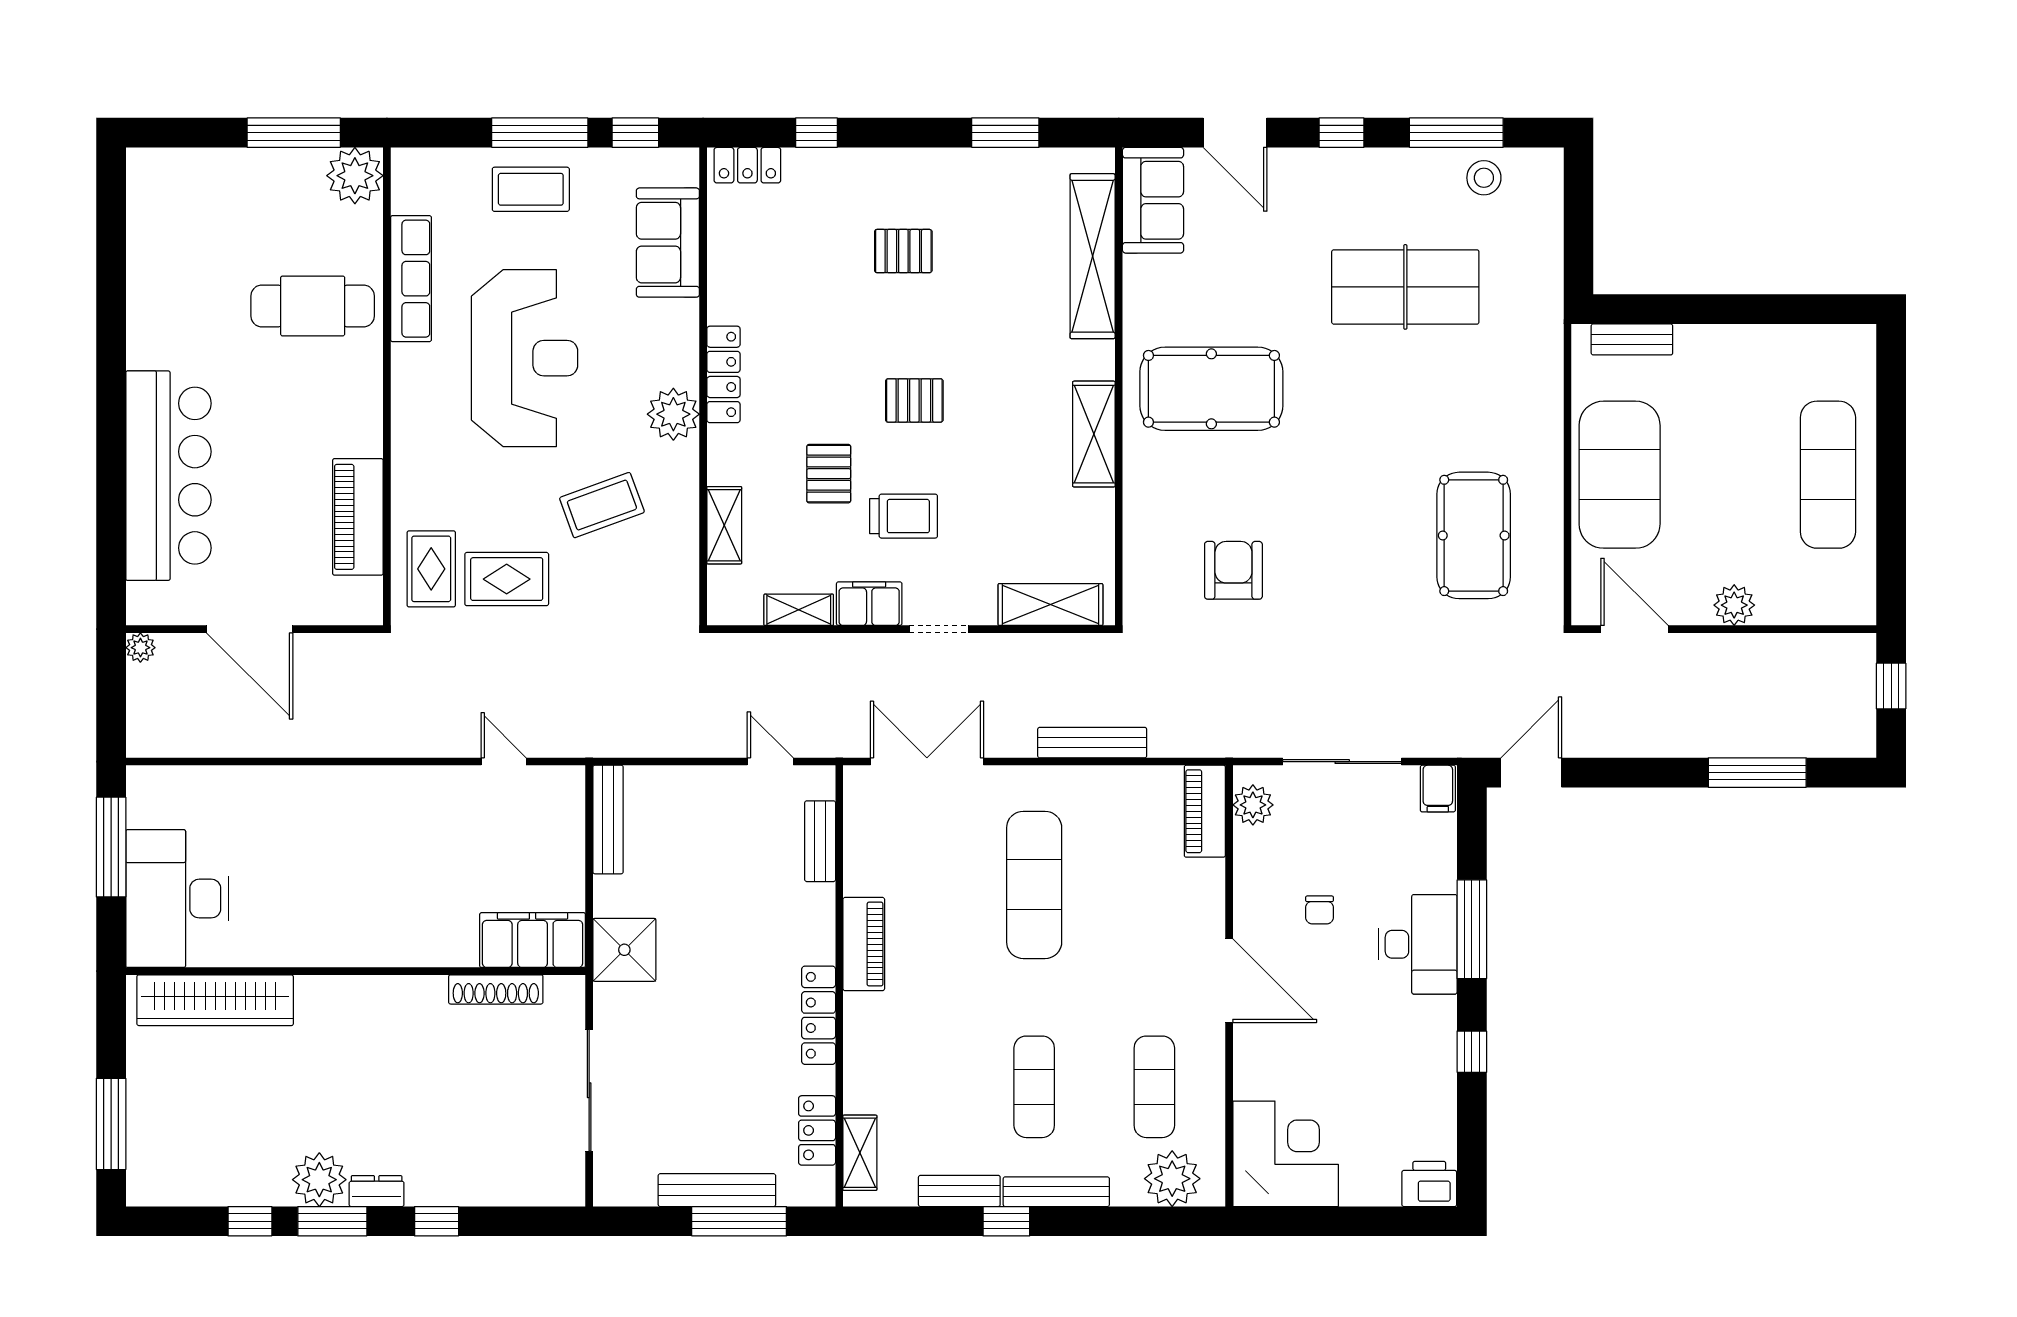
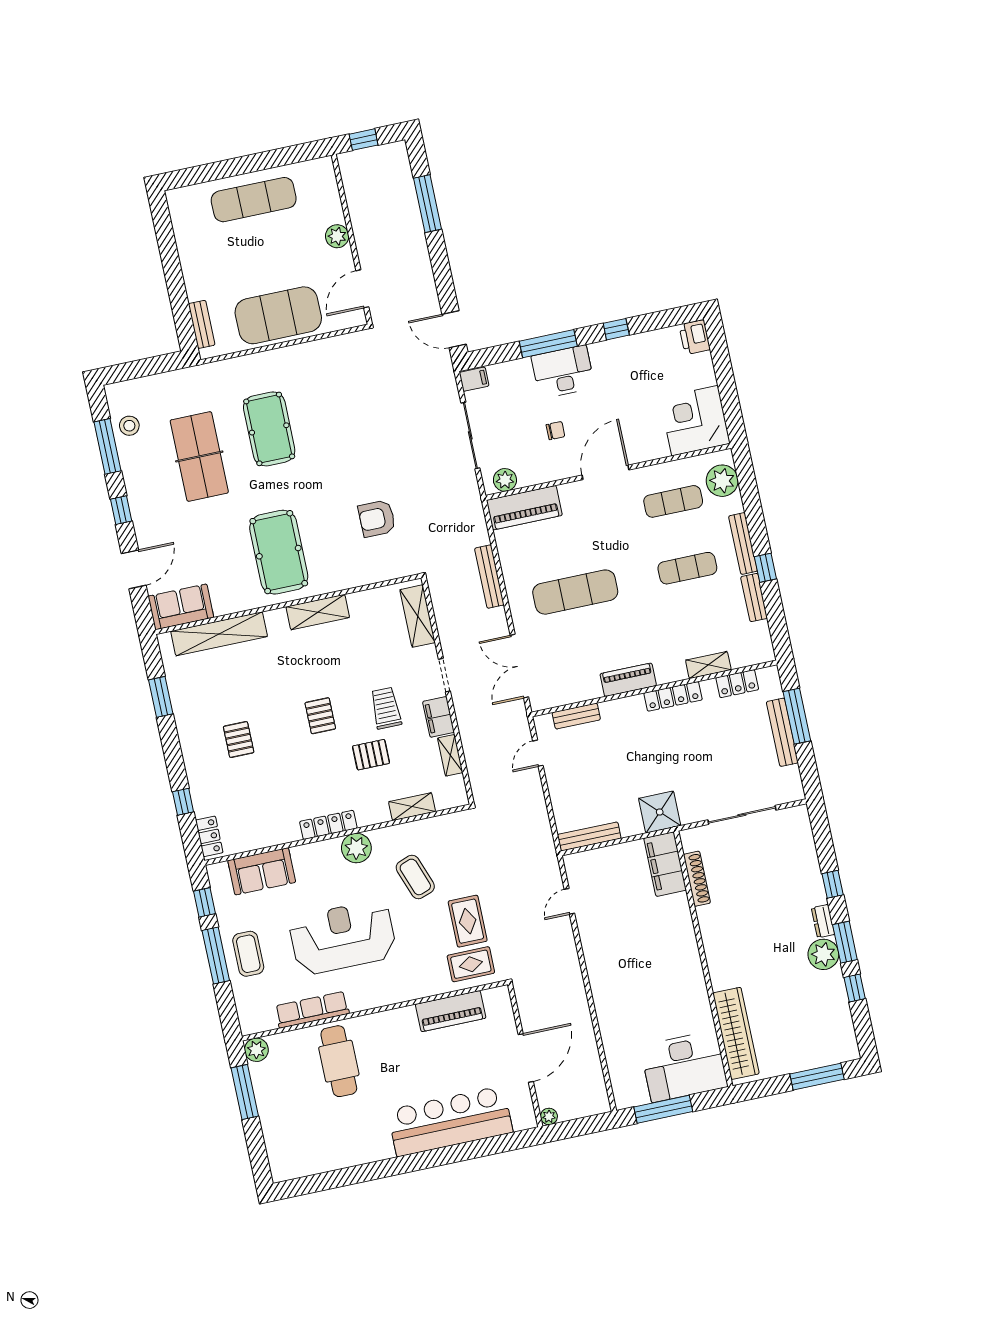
plant: (355, 176) -> (256, 1050), width x0.73, depth x0.73
pool table: (1474, 535) -> (269, 429), moved, turned 90
piano: (1205, 811) -> (524, 508), width x1.37, depth x1.33
shelving: (860, 1153) -> (708, 665), moved

